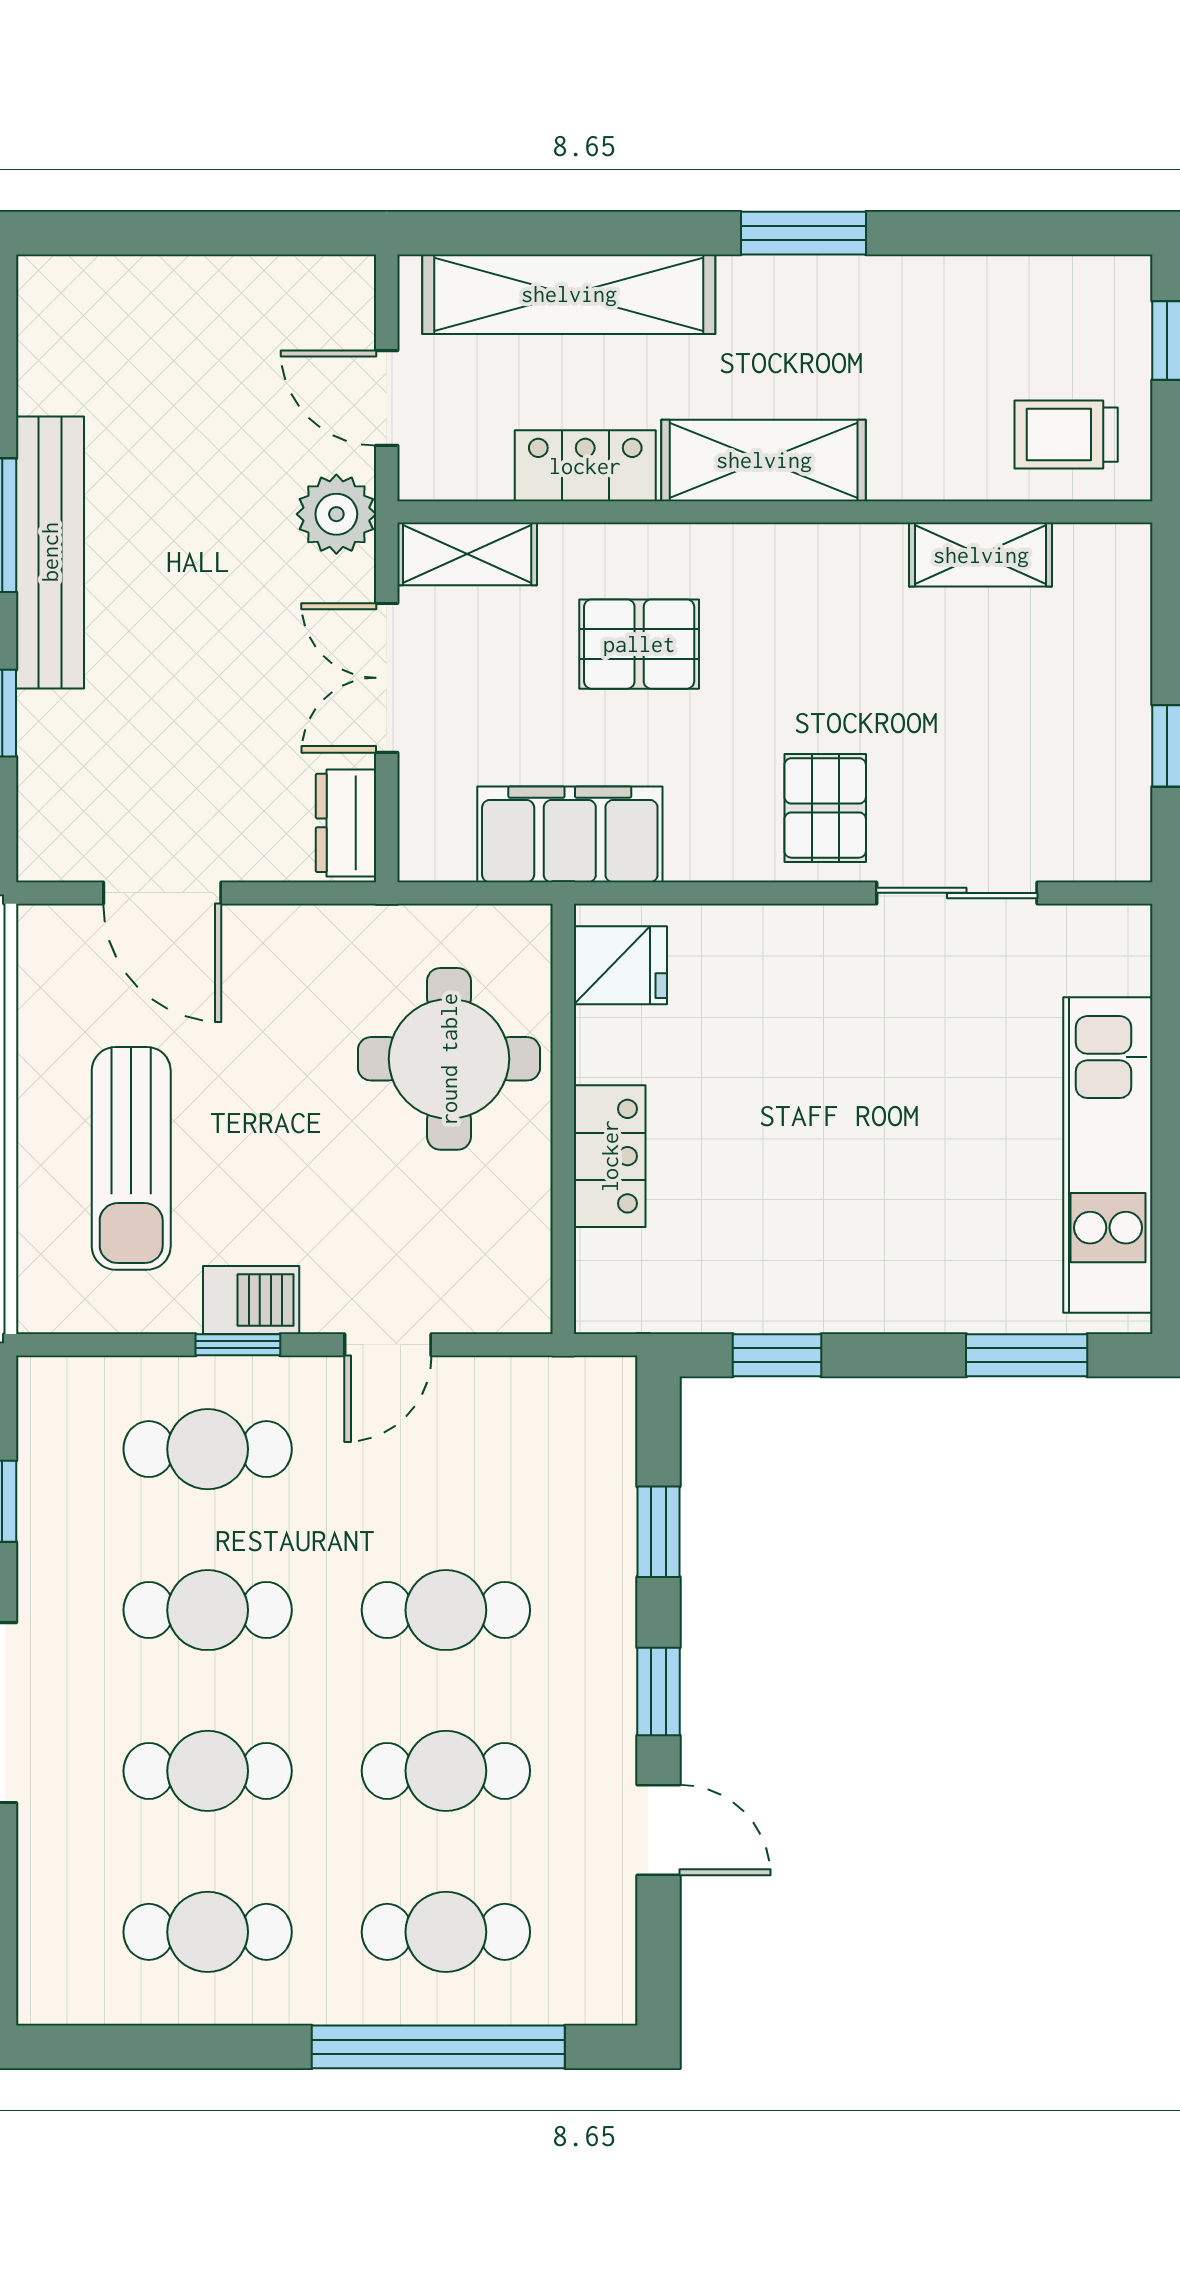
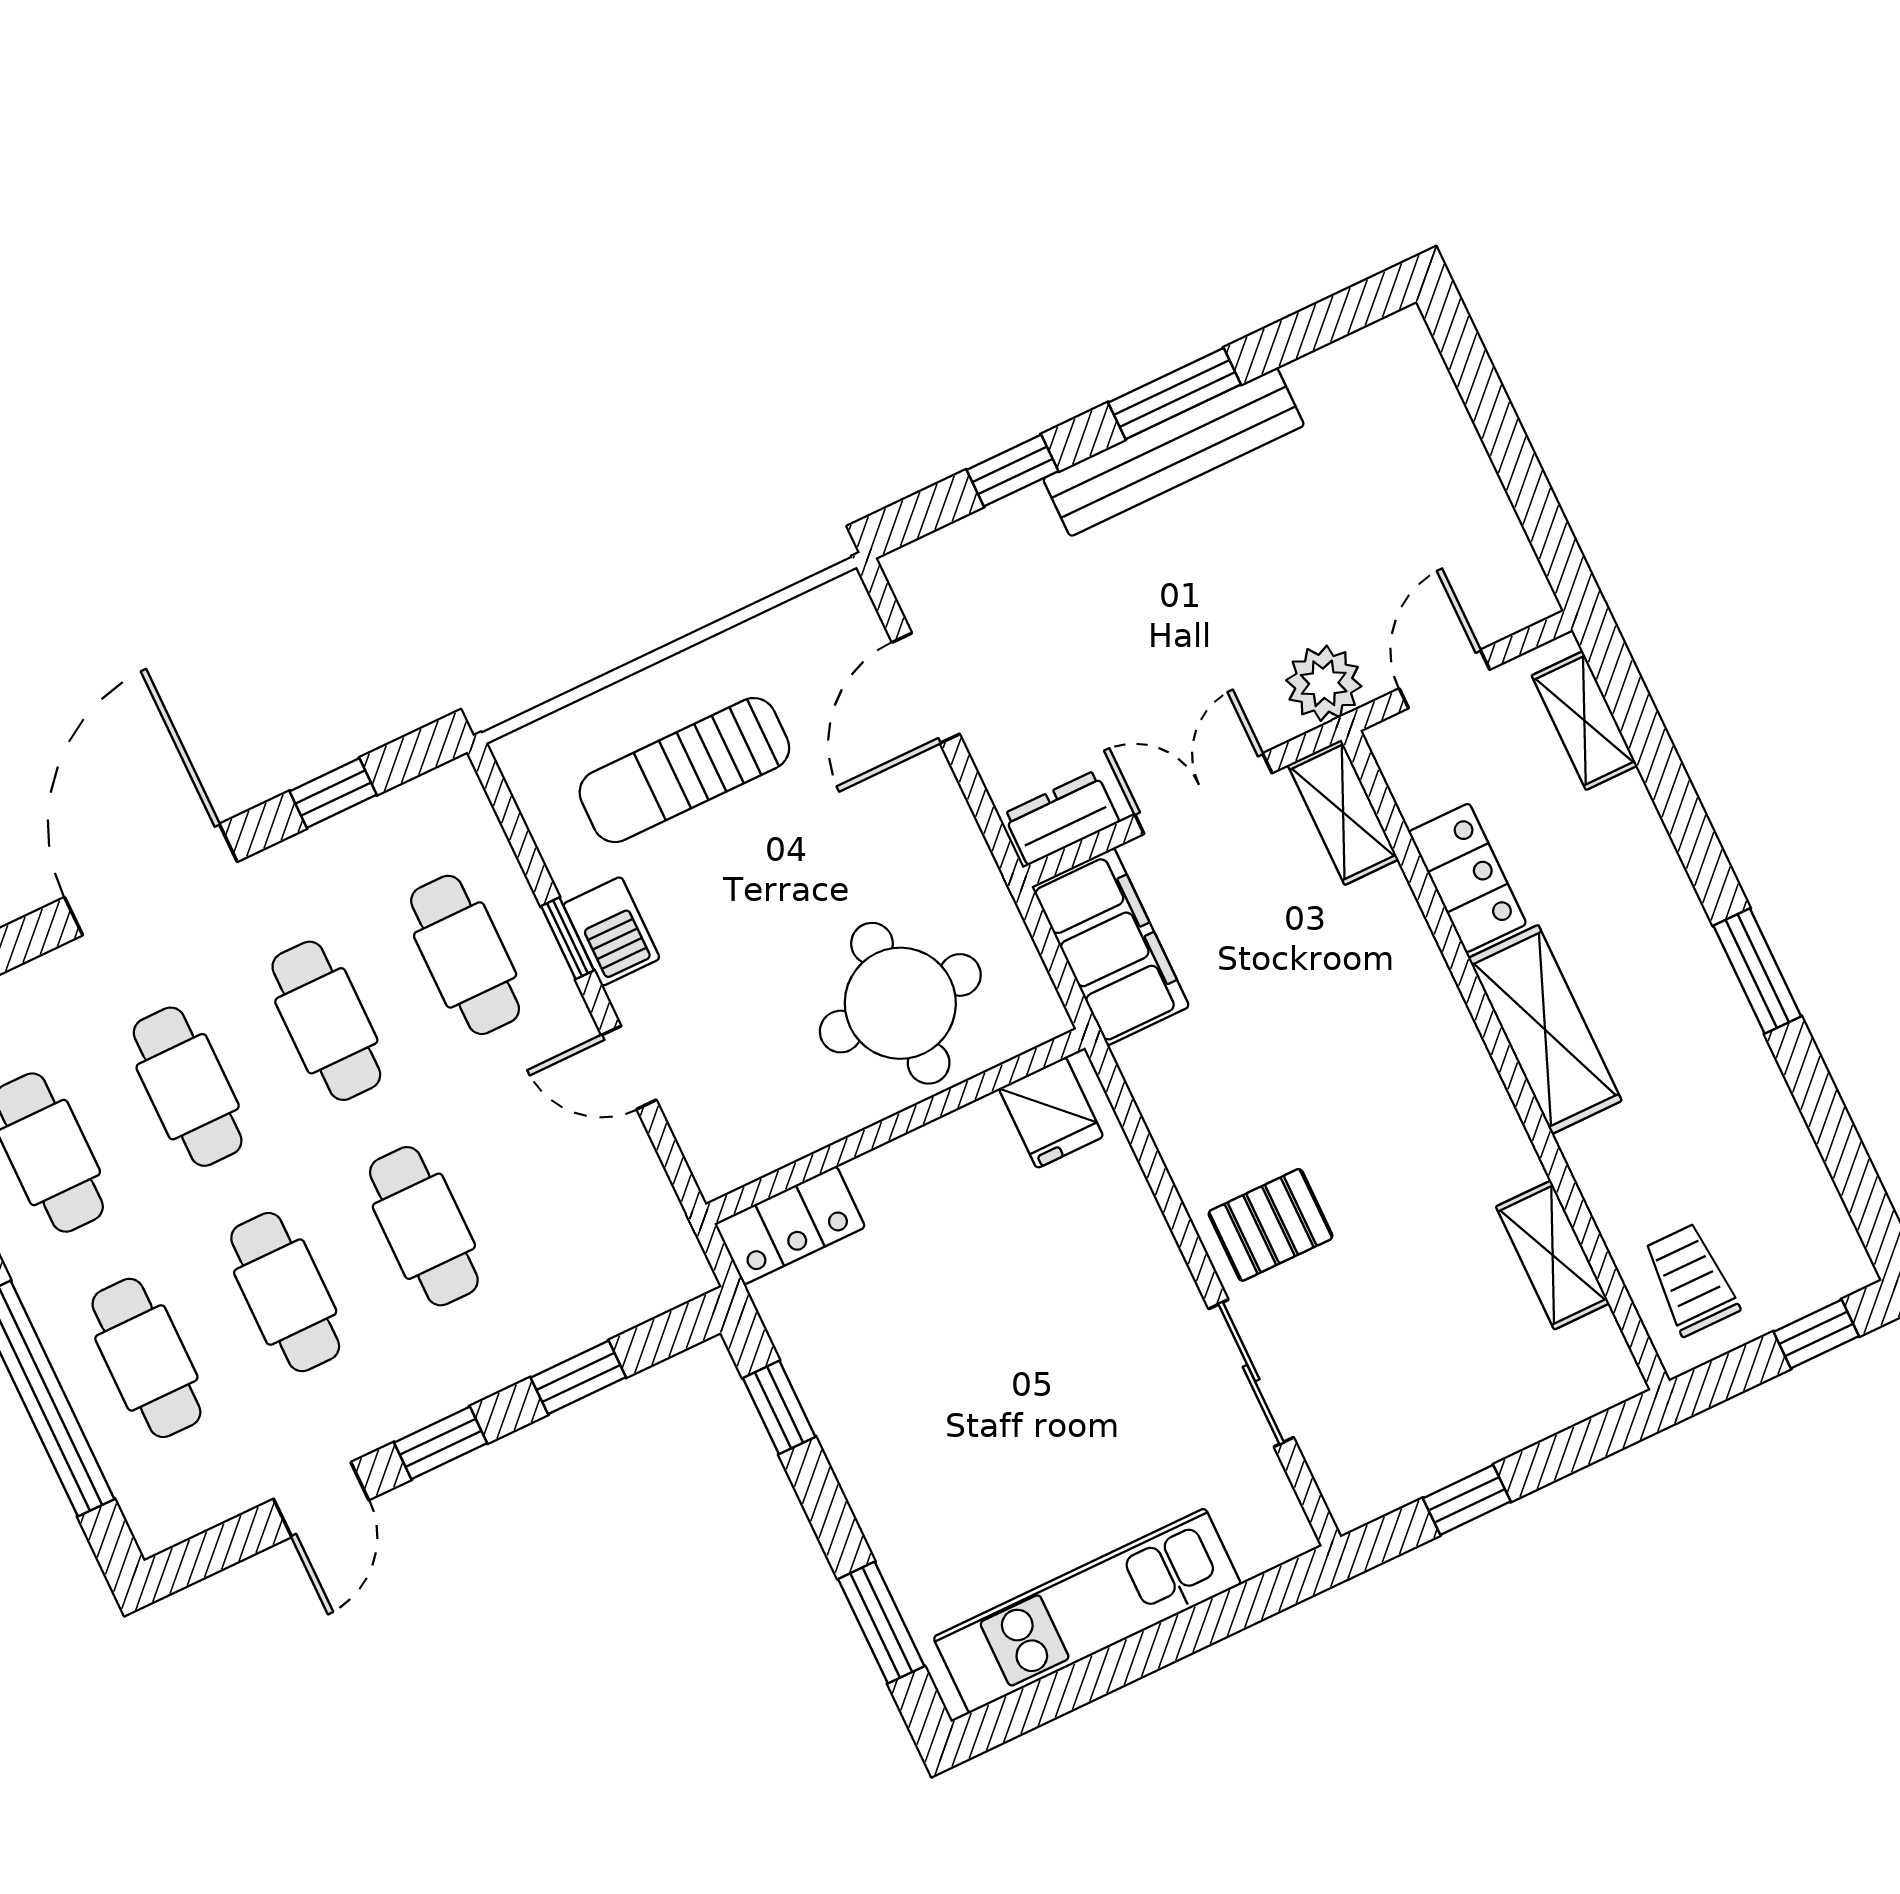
shelving: (569, 294) -> (1584, 721), width x0.45, depth x0.75
pallet: (639, 644) -> (1336, 997), removed
filing cabinet: (570, 834) -> (1110, 947), moved
locker: (610, 1156) -> (790, 1225), moved

